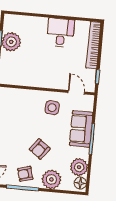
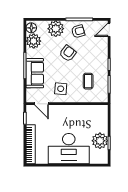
desk: (61, 33) -> (69, 149), width x1.87, depth x1.30
coffee table: (19, 114) -> (88, 81), added

